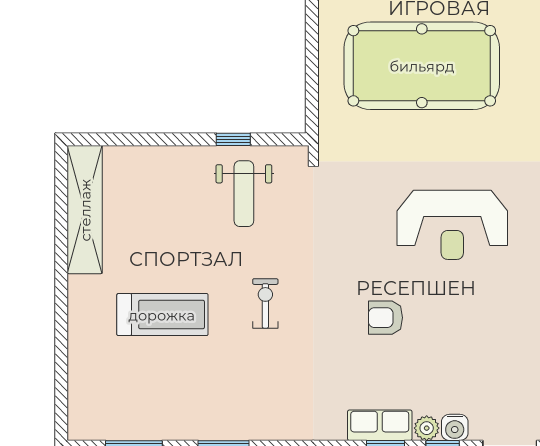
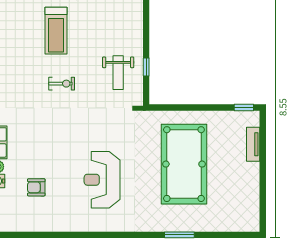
weight bench: (244, 194) -> (118, 73), turned -90
armchair: (385, 318) -> (36, 187), moved, turned -90

